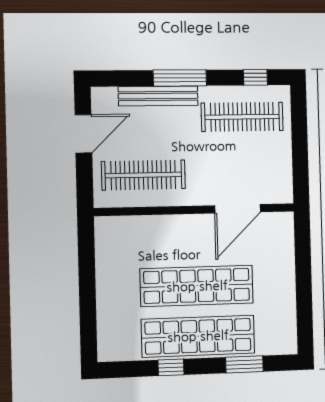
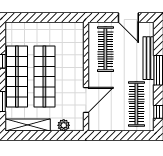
door: (238, 209) -> (86, 100), swing flipped
plant: (284, 248) -> (64, 125), added
shelving: (286, 314) -> (28, 125), added

